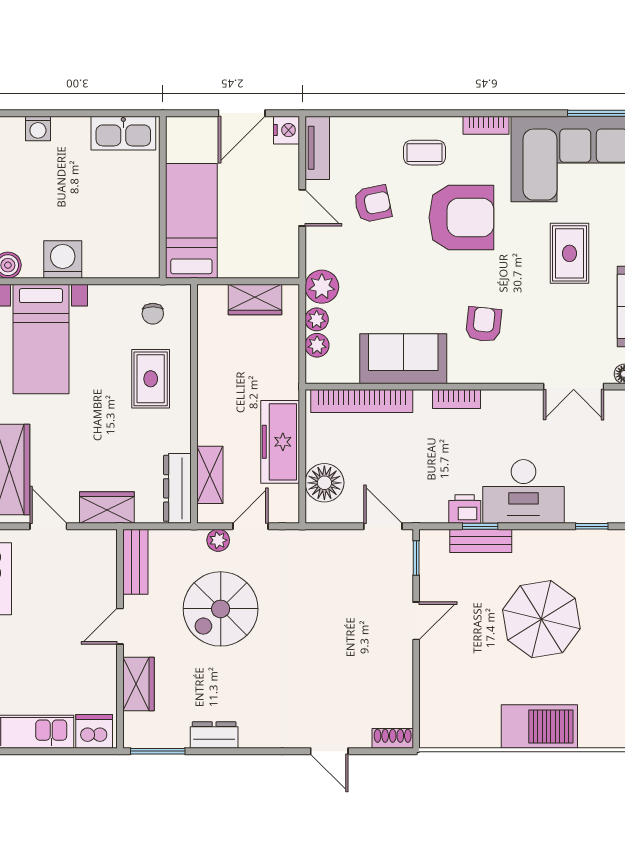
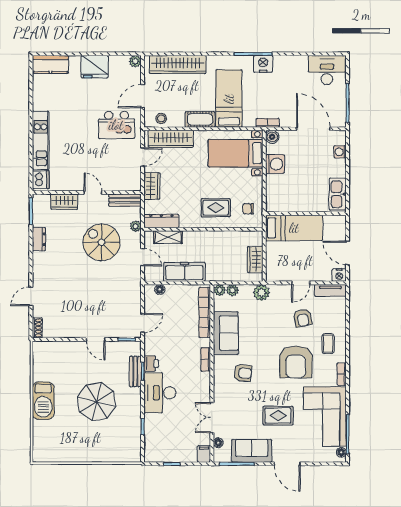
plant: (317, 319) -> (220, 290), moved
floor lamp: (324, 483) -> (160, 289), width x0.53, depth x0.53
plant: (218, 540) -> (136, 226), moved

